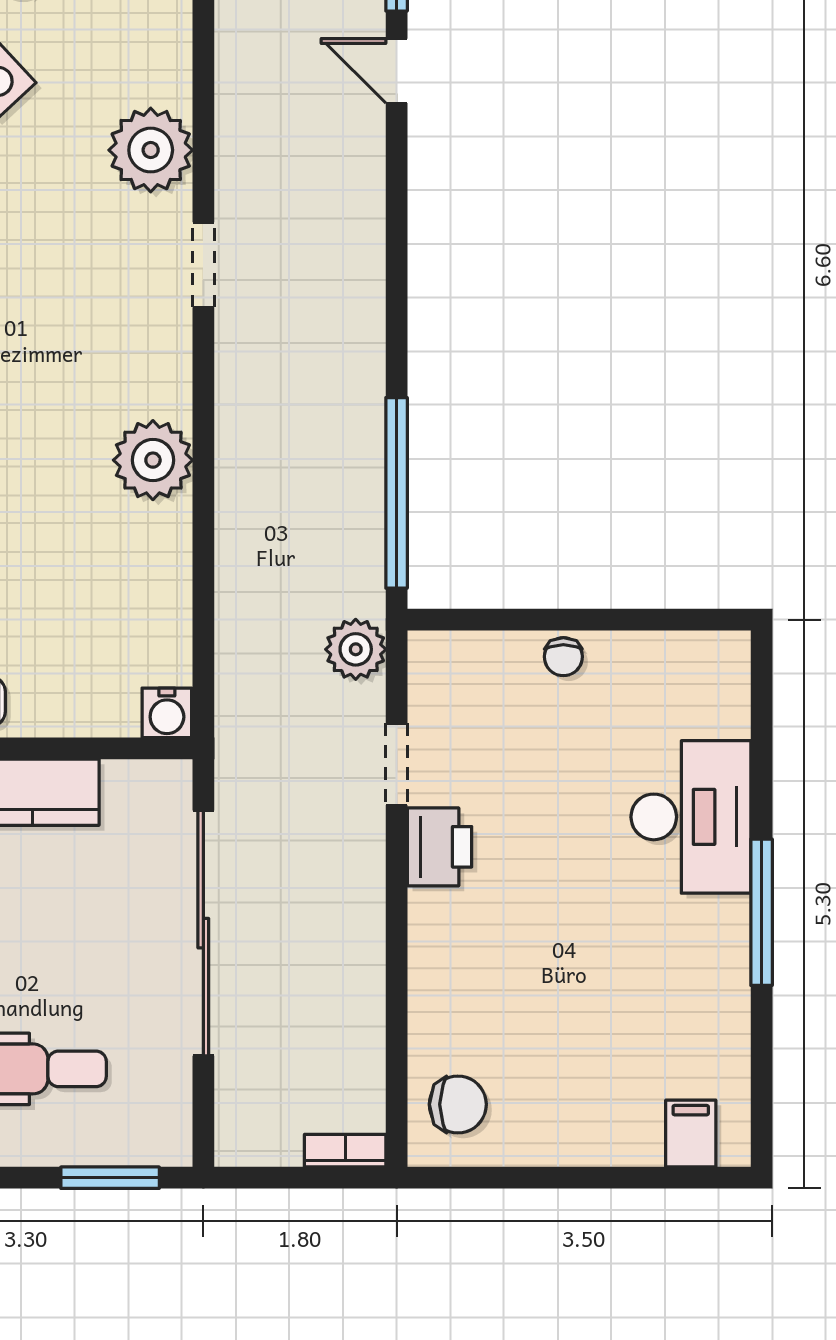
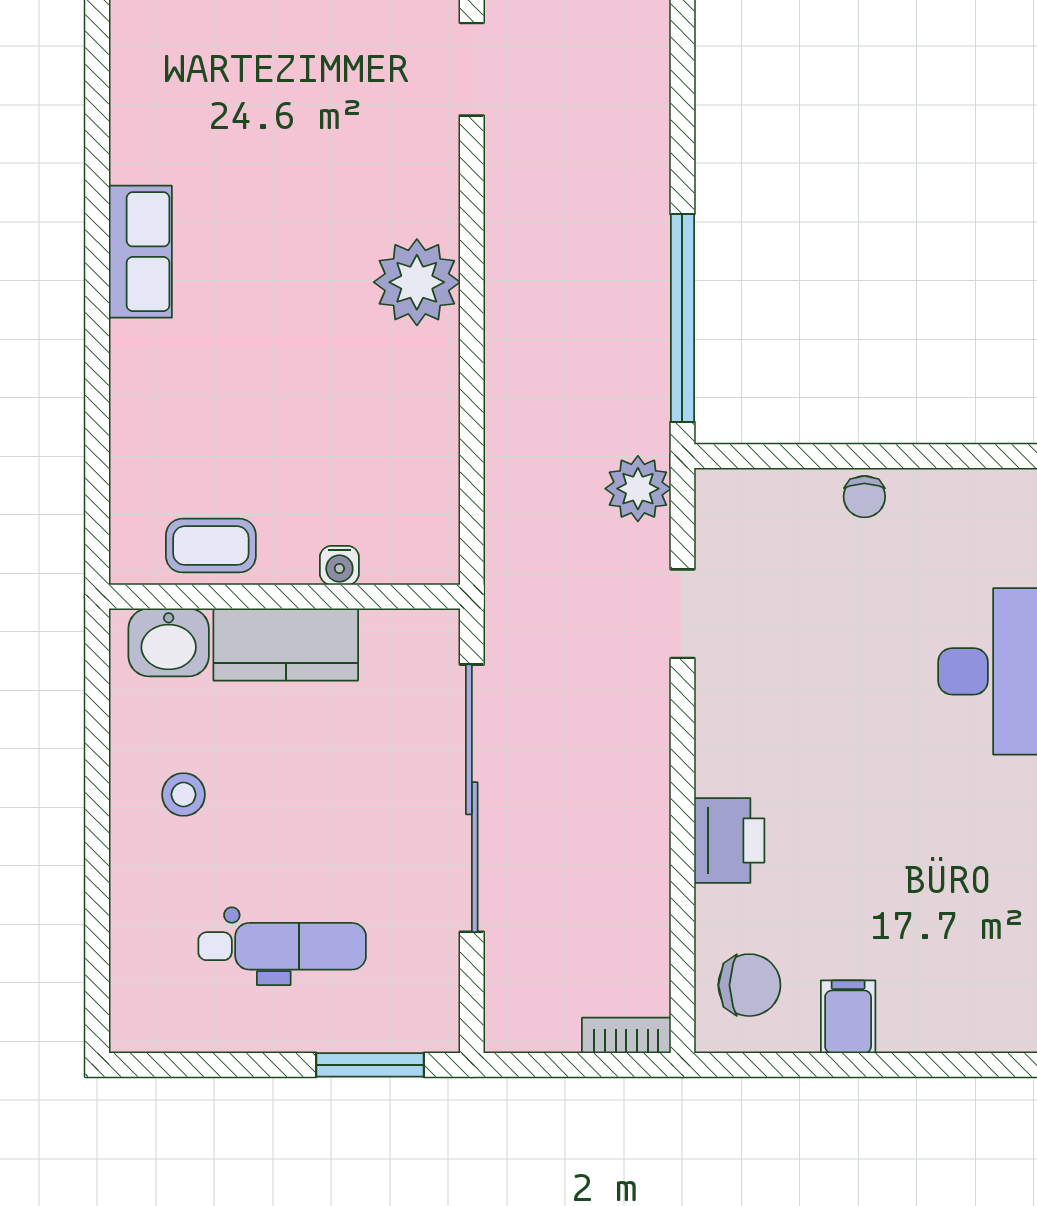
water cooler: (167, 713) -> (339, 565), moved, width x0.72, depth x0.72
printer: (440, 847) -> (729, 841), moved
filing cabinet: (691, 1134) -> (848, 1017), moved

